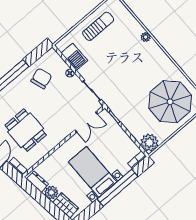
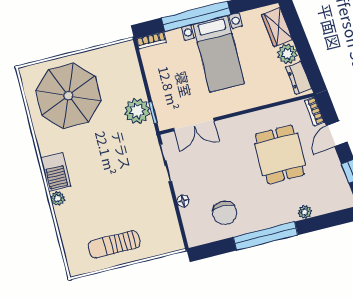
barbecue: (74, 57) -> (56, 172), moved, turned 180
chair: (41, 78) -> (225, 213), turned -71
double door: (86, 122) -> (194, 125), swing flipped
plant: (149, 143) -> (137, 111), moved

